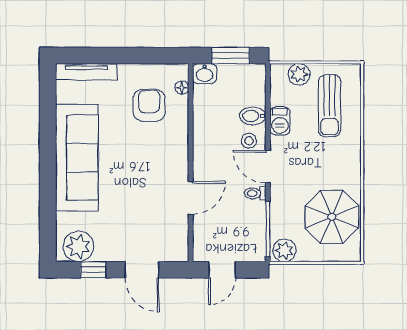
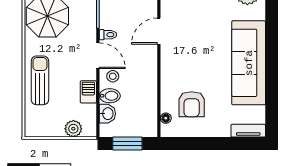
tv unit: (86, 72) -> (248, 131), width x0.71
washbasin: (205, 74) -> (107, 114), moved, turned 90
sun lounger: (330, 106) -> (40, 80), moved

